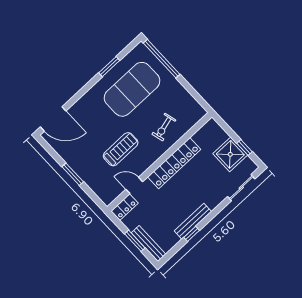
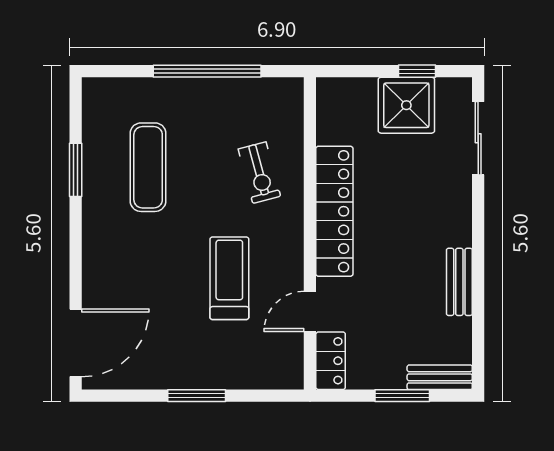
window: (162, 59) -> (207, 71), moved
exercise mat: (132, 89) -> (148, 167), width x0.50, depth x0.69
bench: (193, 221) -> (459, 282), width x0.73
window: (192, 234) -> (478, 291), removed
bench: (149, 244) -> (440, 377), width x0.73

